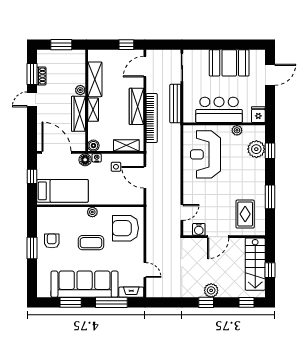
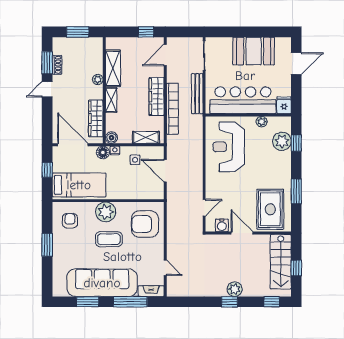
bar counter: (219, 110) -> (243, 100), width x1.36
wardrobe: (78, 114) -> (96, 118), moved
plant: (92, 212) -> (106, 212), width x1.87, depth x1.87
rug: (245, 214) -> (270, 209), width x1.36, depth x1.43
door: (218, 237) -> (242, 233), swing flipped
armchair: (52, 241) -> (70, 221), moved

